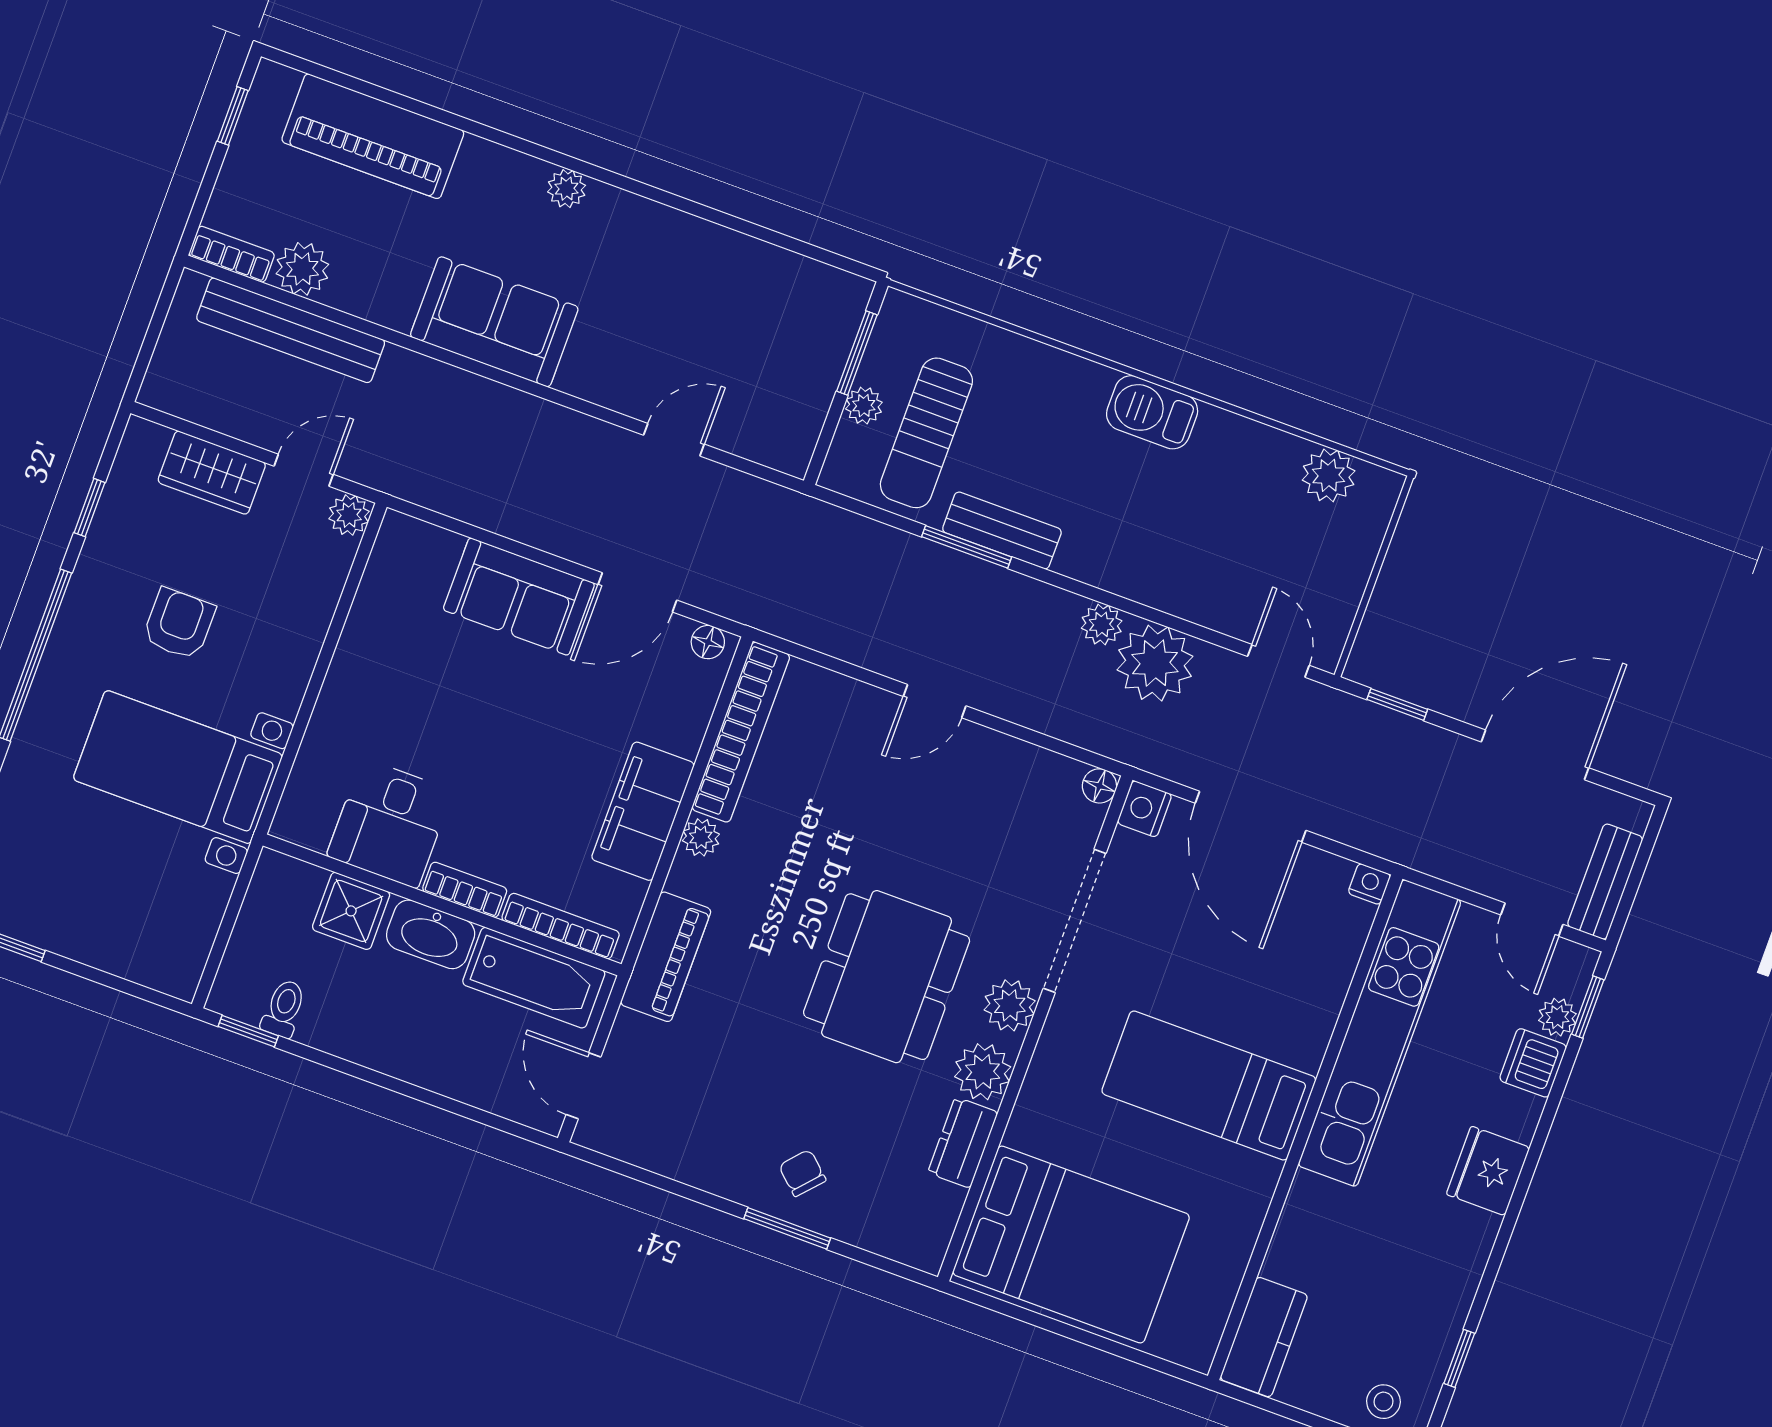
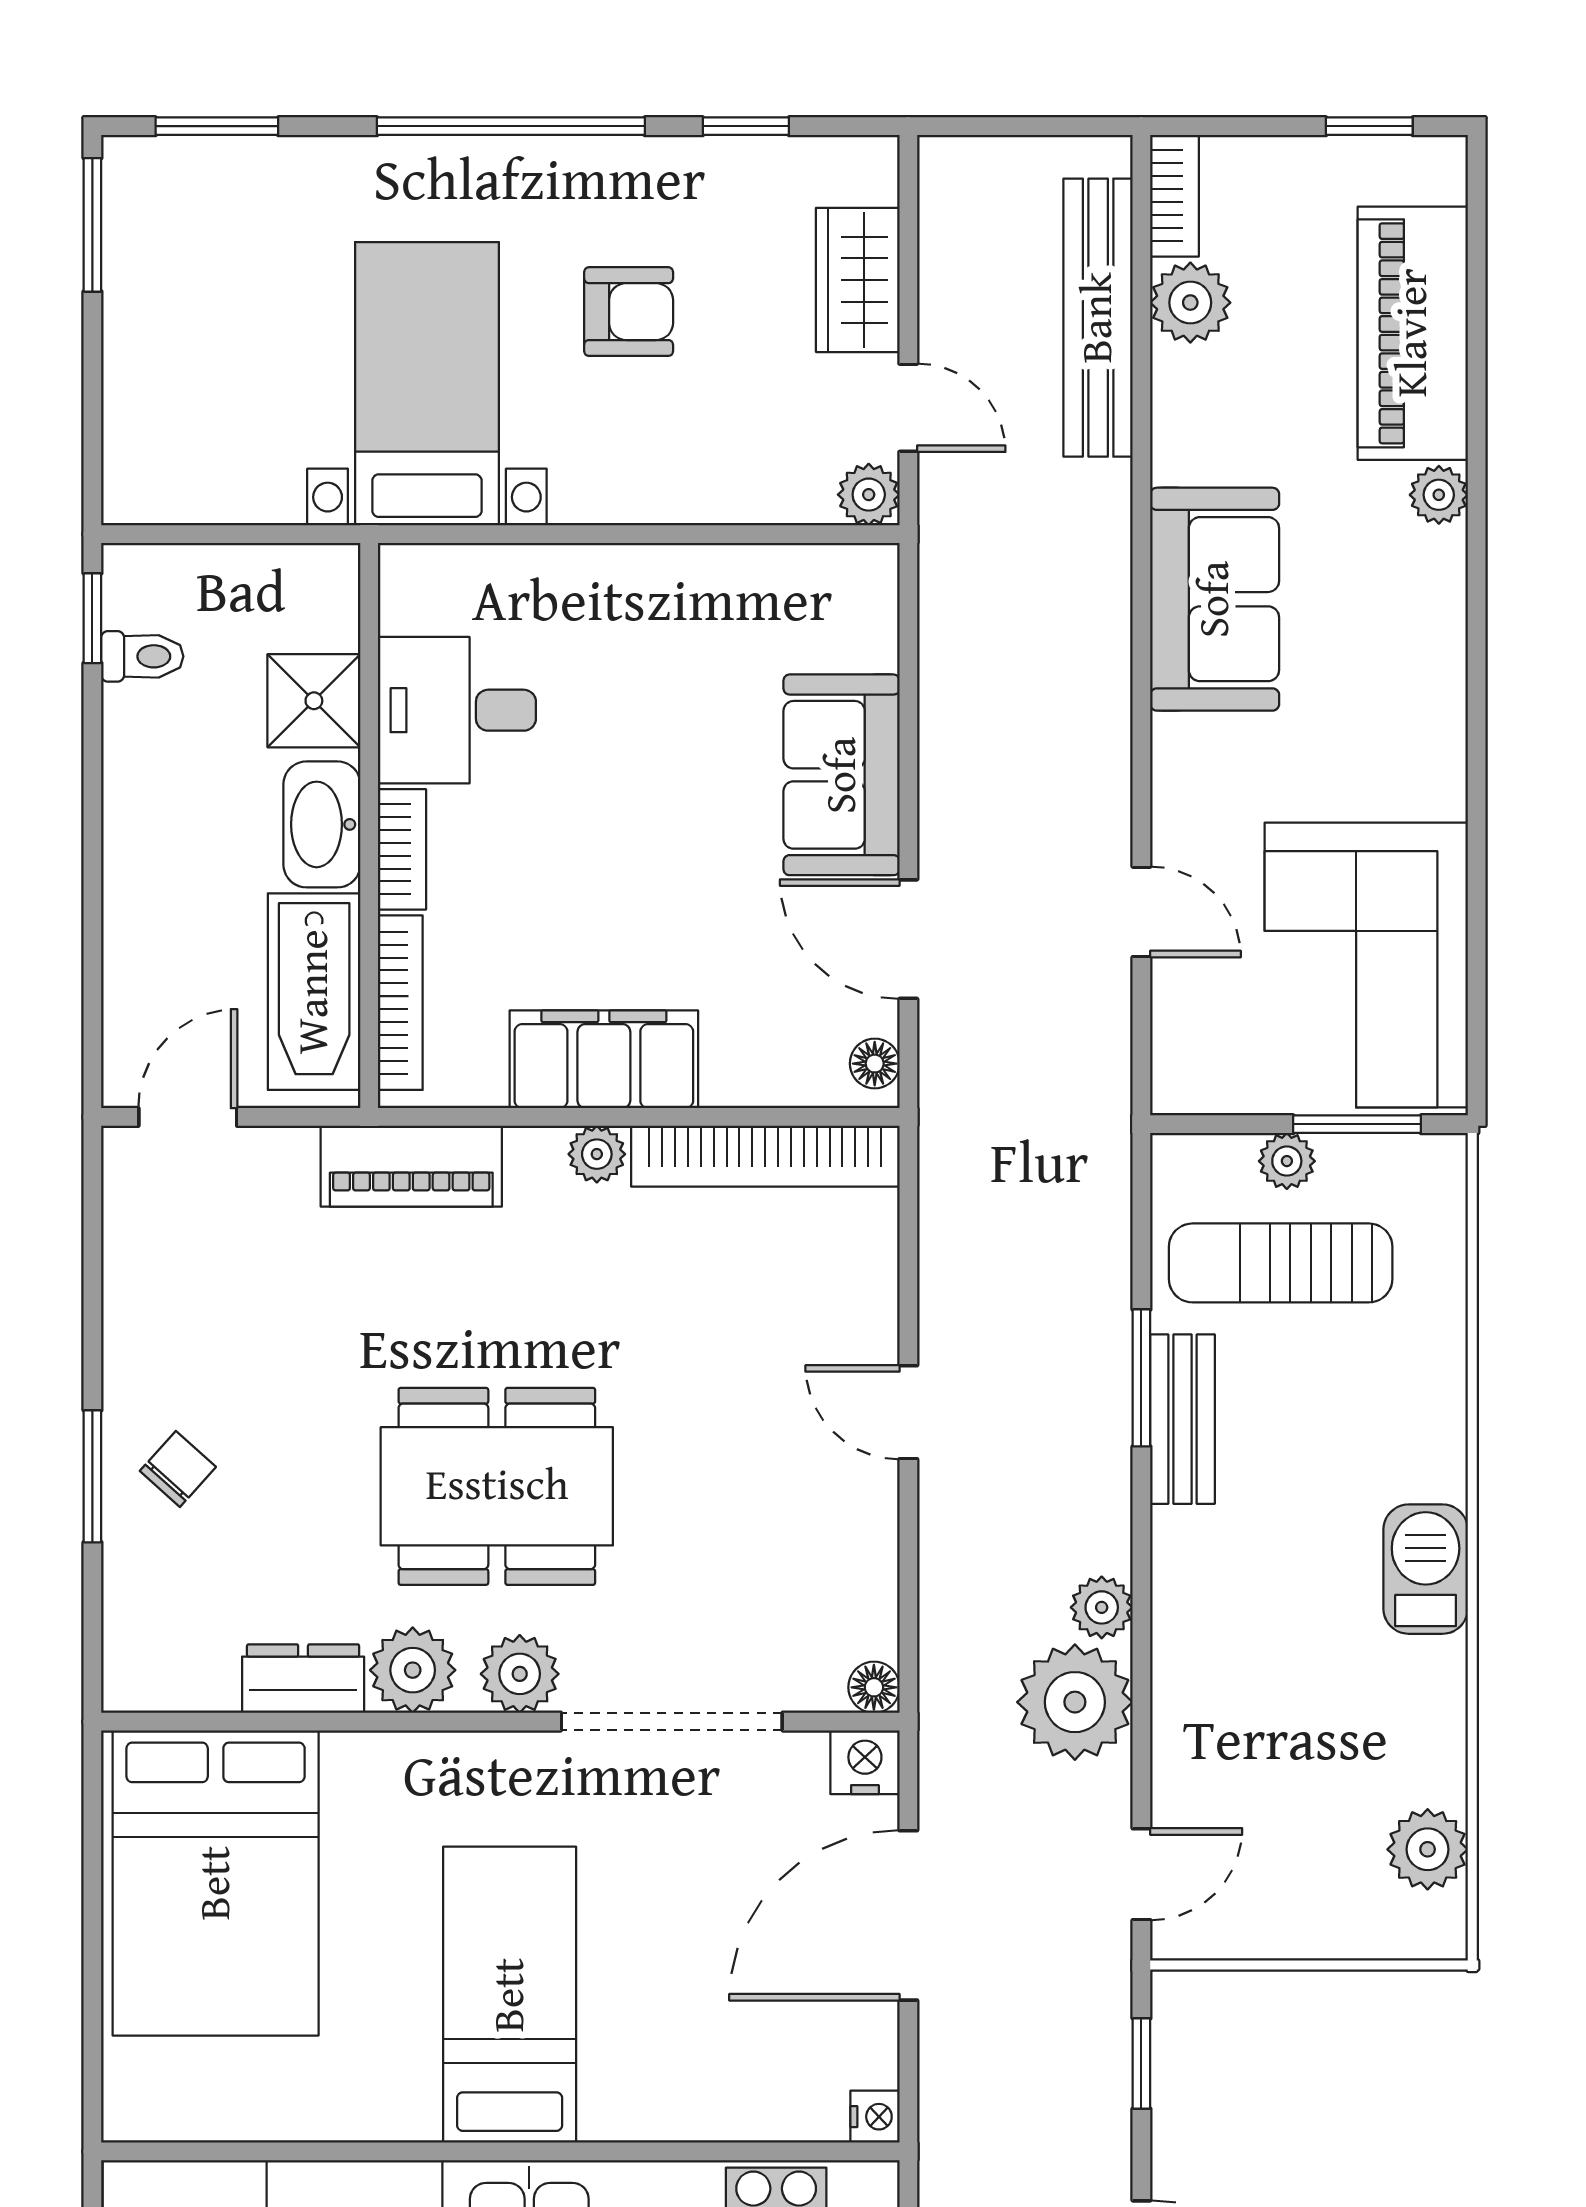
plant: (567, 189) -> (1439, 495), moved
corner sofa: (759, 311) -> (1366, 965), added

